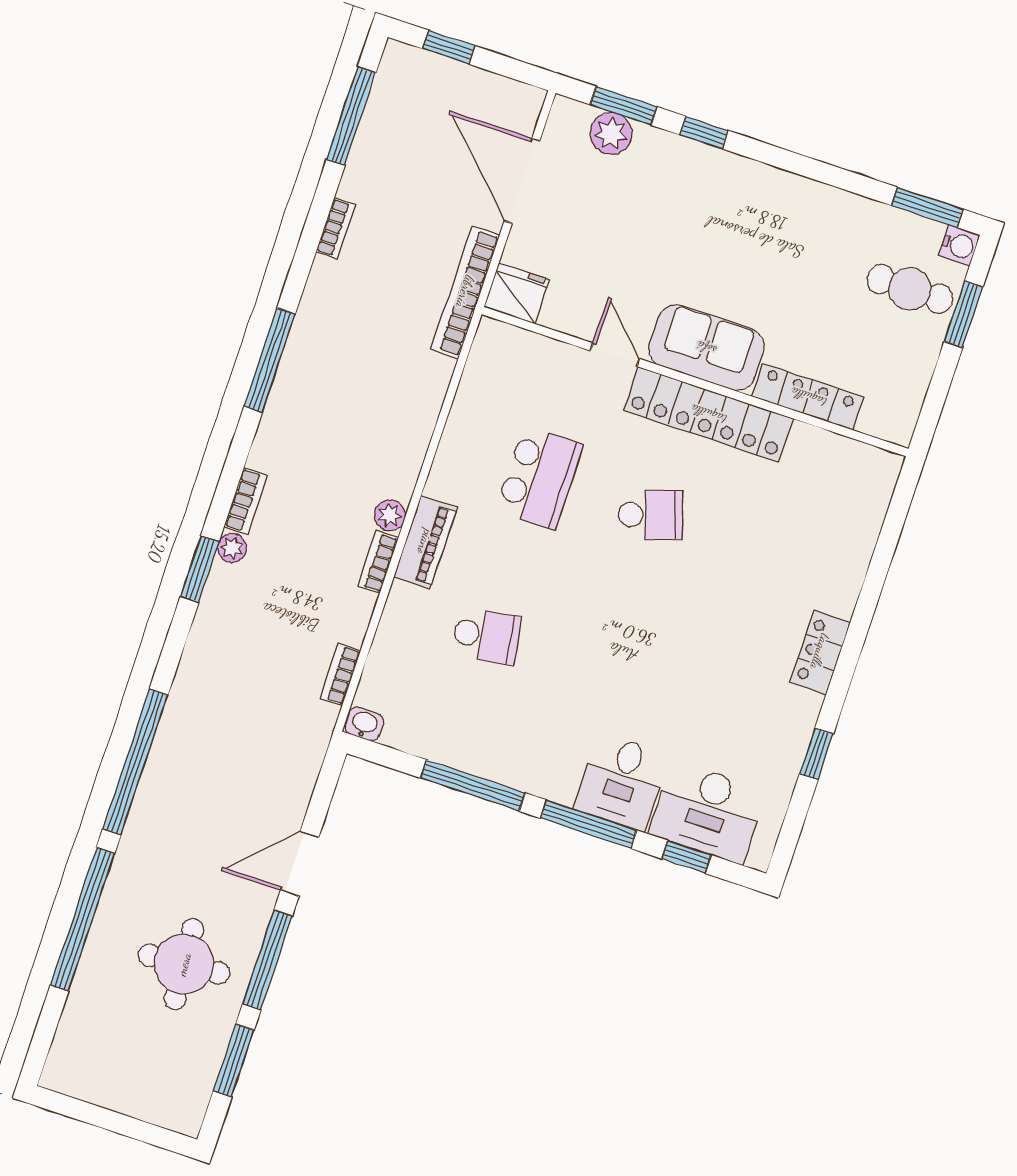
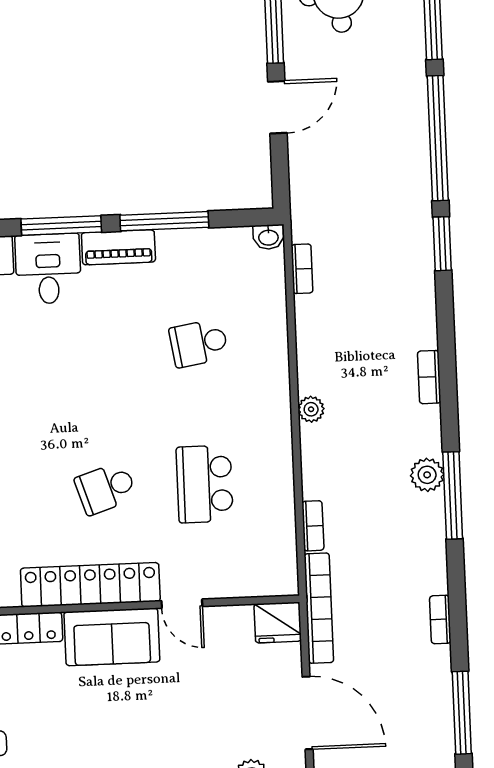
piano: (425, 542) -> (118, 247), moved, turned -90
plant: (232, 548) -> (427, 475), moved, width x1.38, depth x1.38
bookcase: (378, 562) -> (313, 526), moved
window: (200, 569) -> (442, 244), moved

